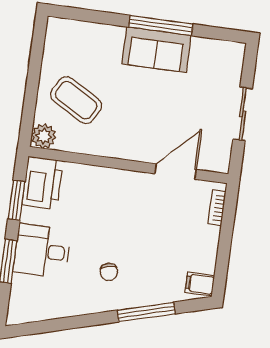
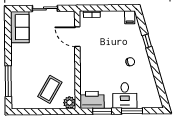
window: (161, 26) -> (8, 81), moved
sofa: (156, 50) -> (20, 27), moved
window: (146, 312) -> (147, 41), width x0.46

